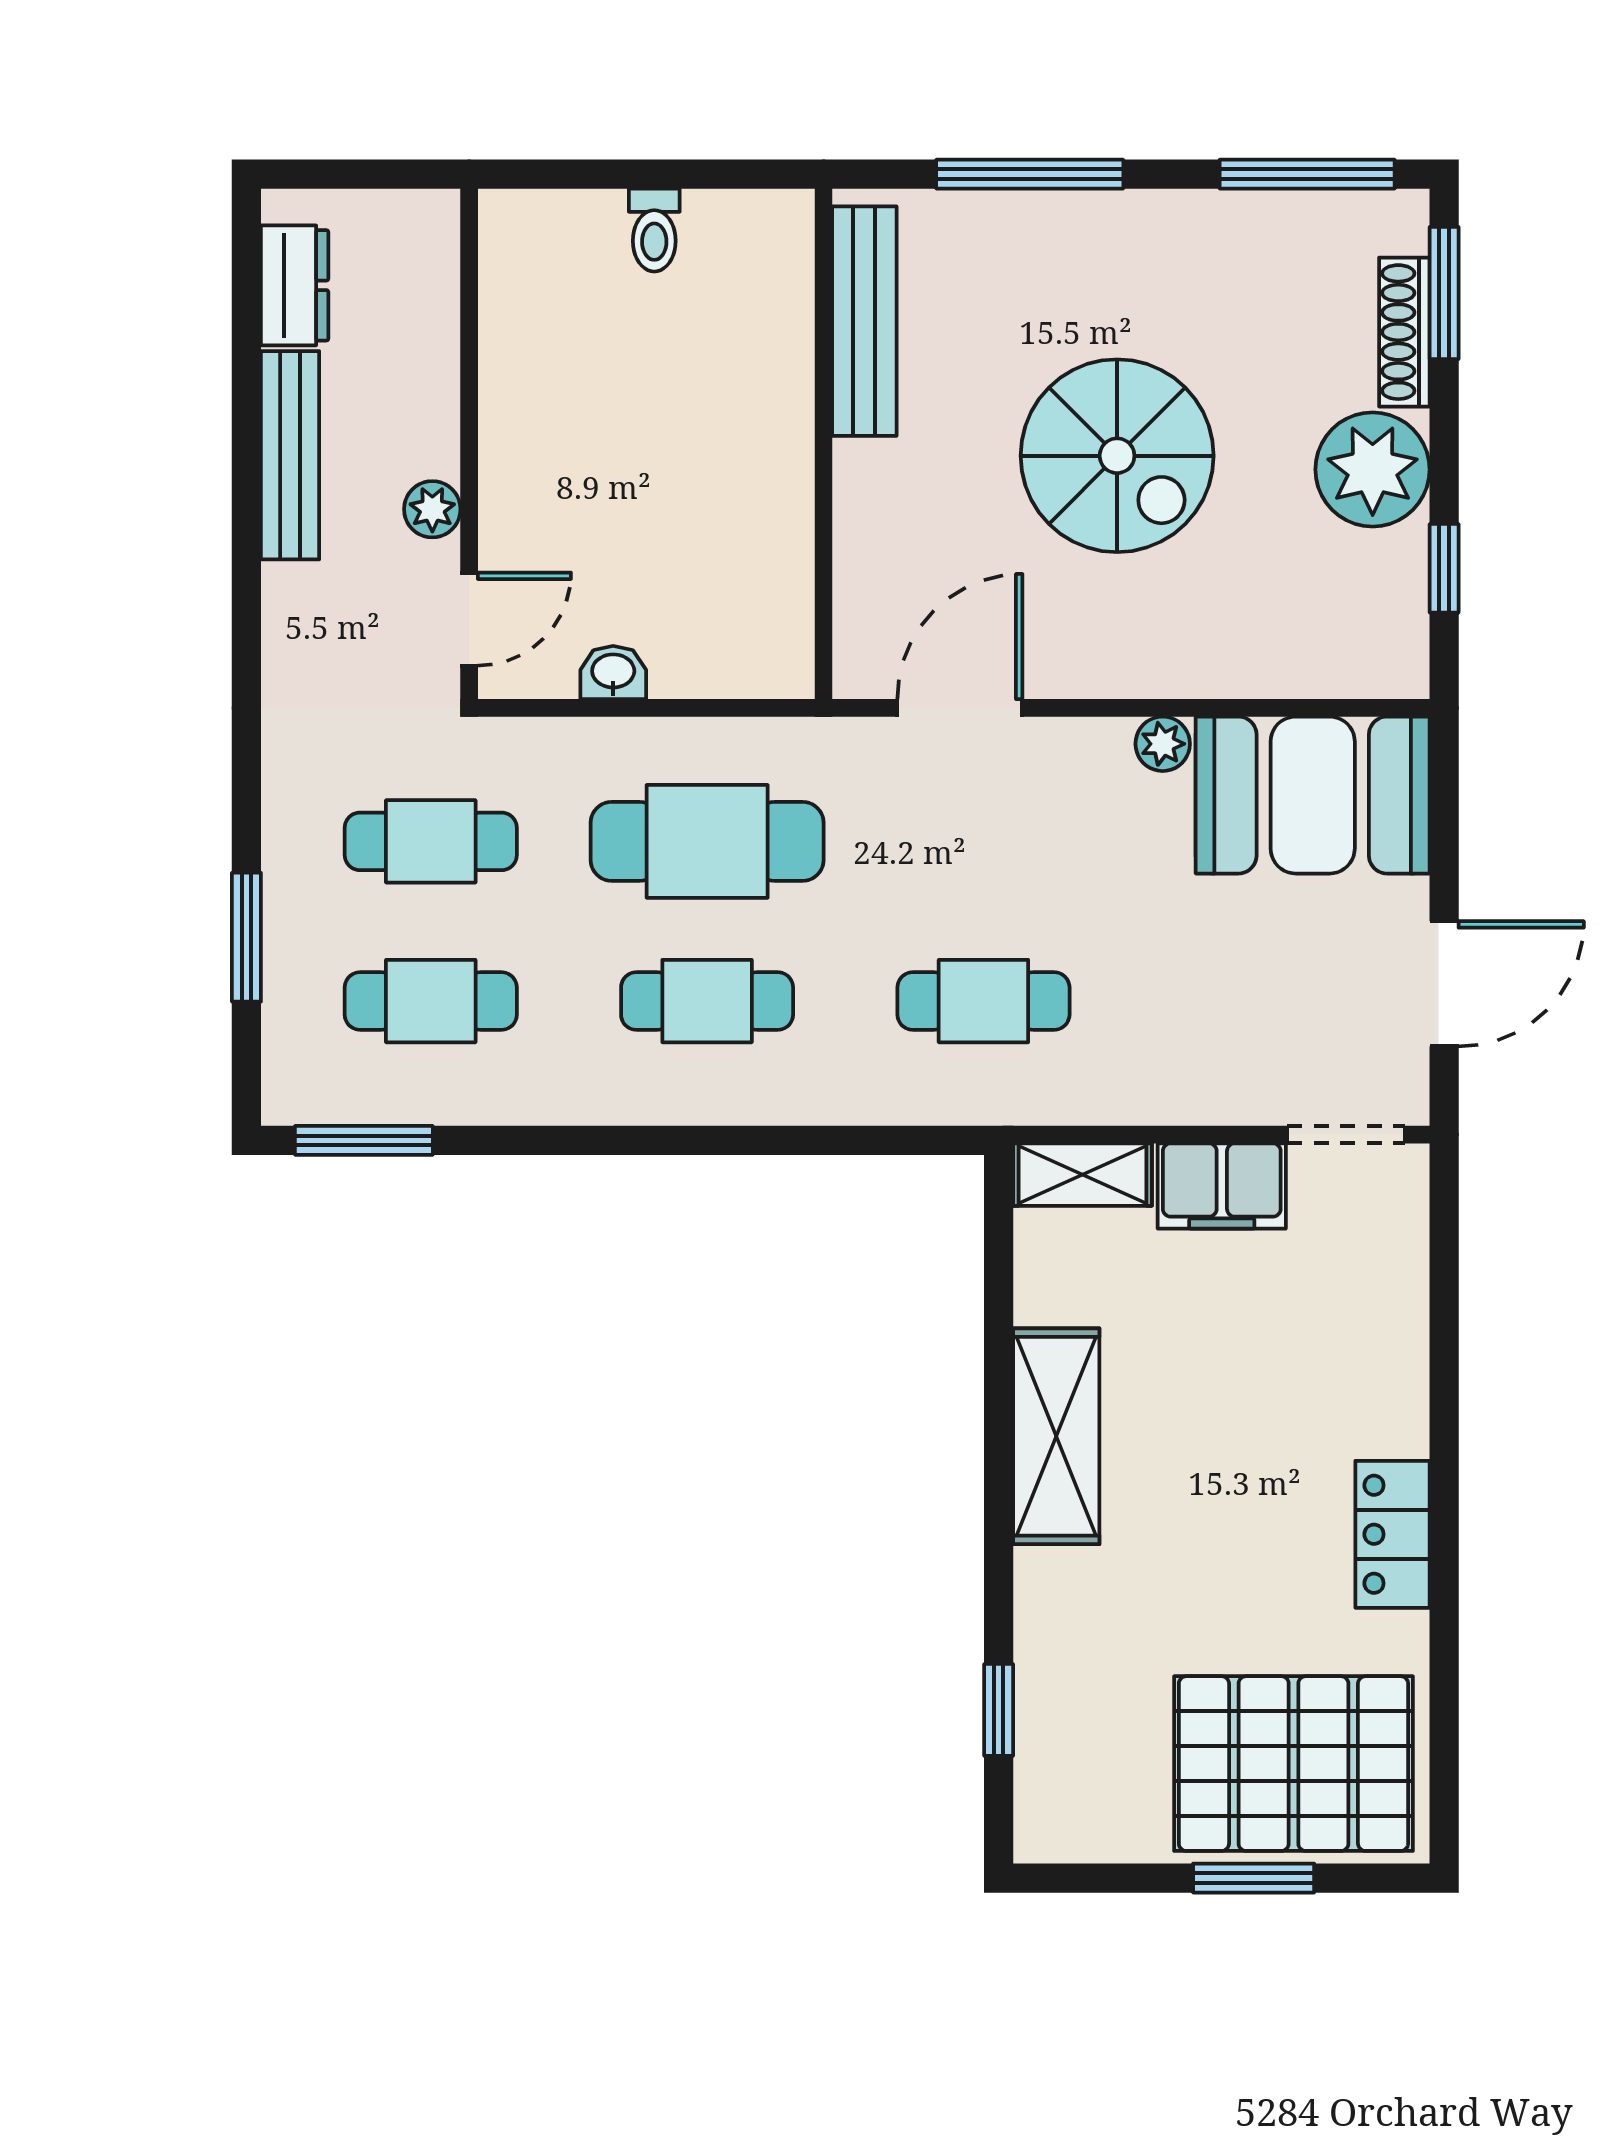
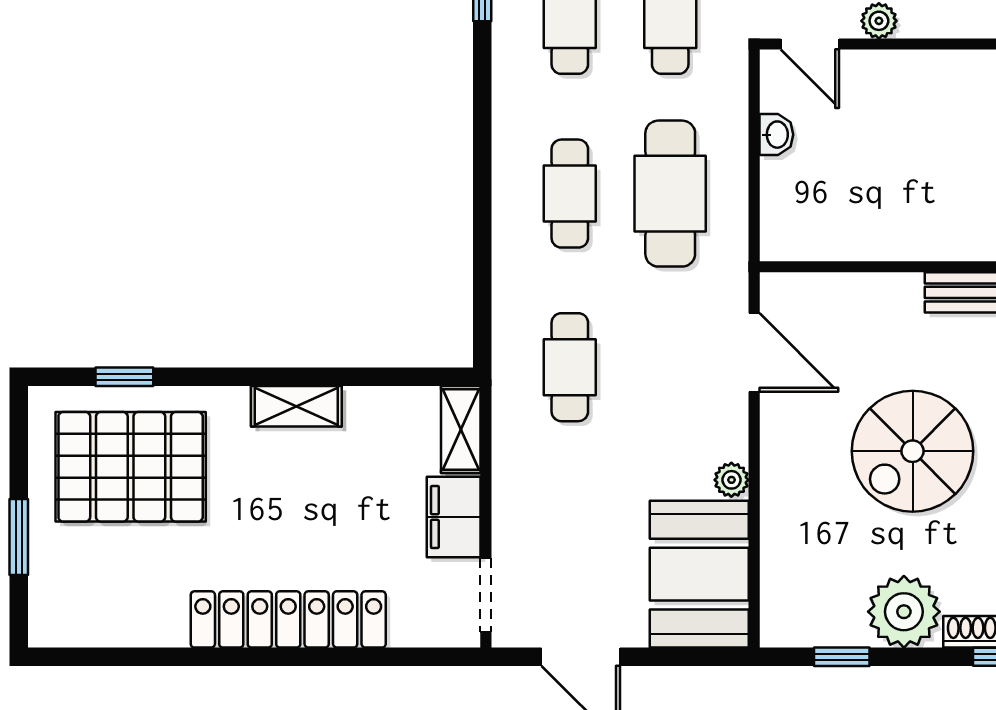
shelving: (1056, 1436) -> (296, 406), width x0.67, depth x0.75
locker: (1393, 1534) -> (288, 619), width x2.16, depth x1.21
pallet: (1293, 1764) -> (131, 467), moved, turned 90

